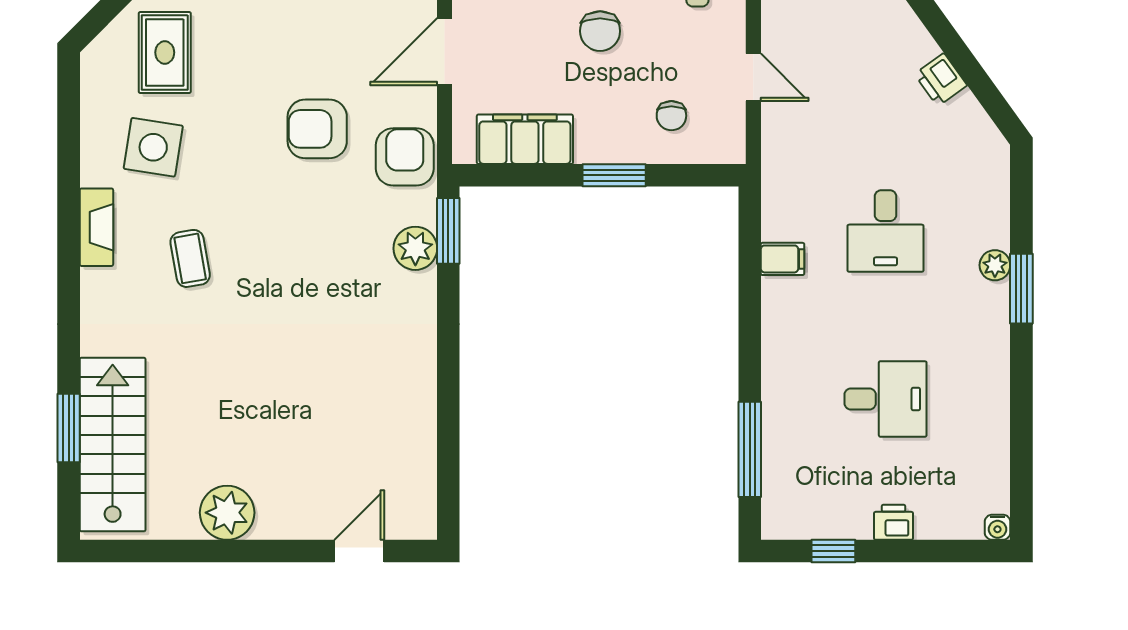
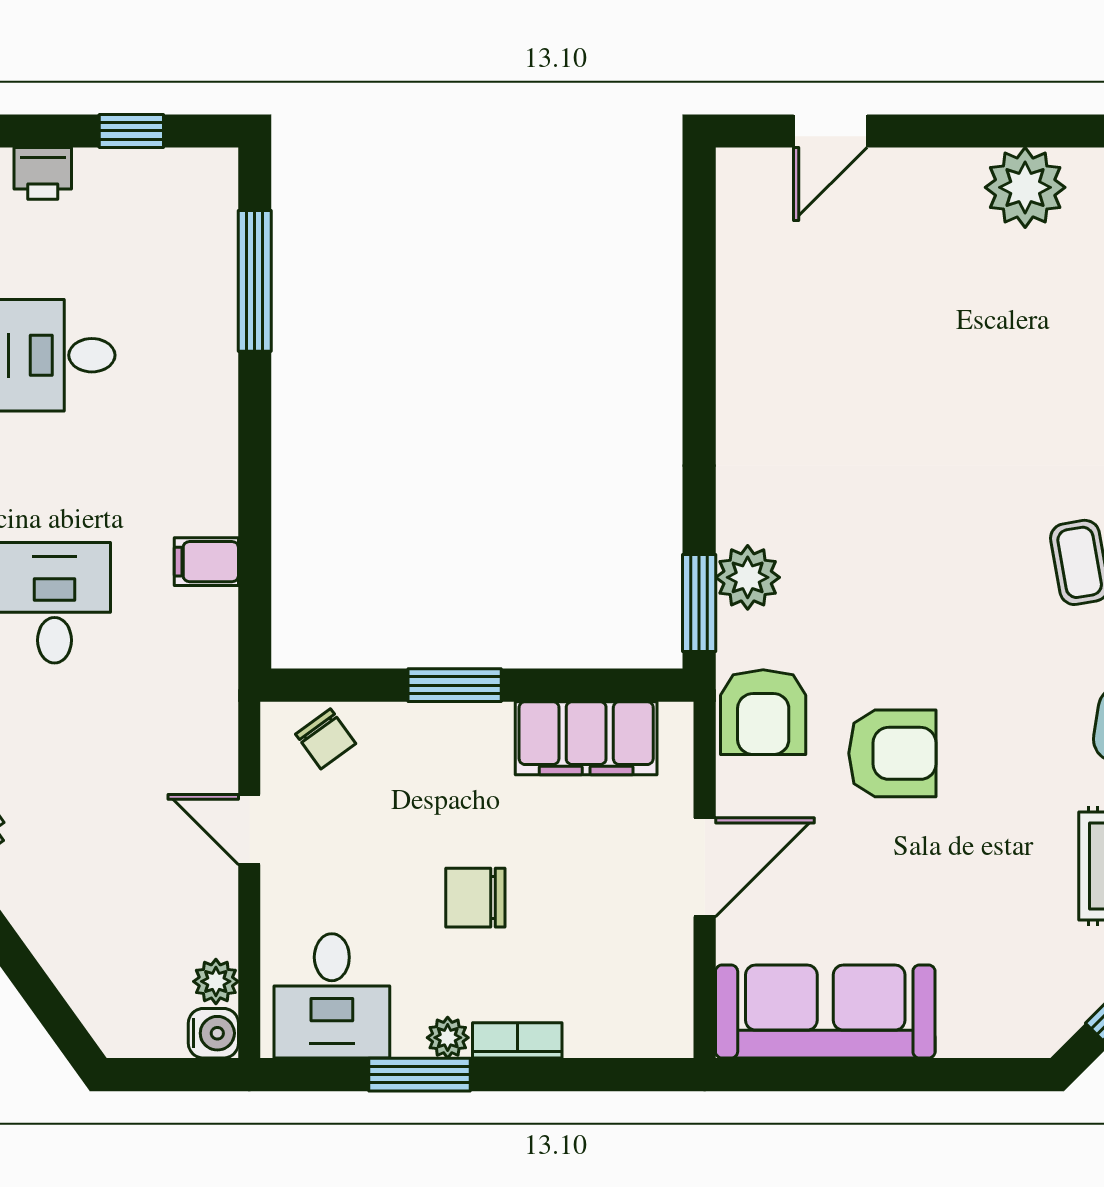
chair: (600, 31) -> (475, 898), turned -90
chair: (671, 116) -> (326, 739), moved, turned 144

